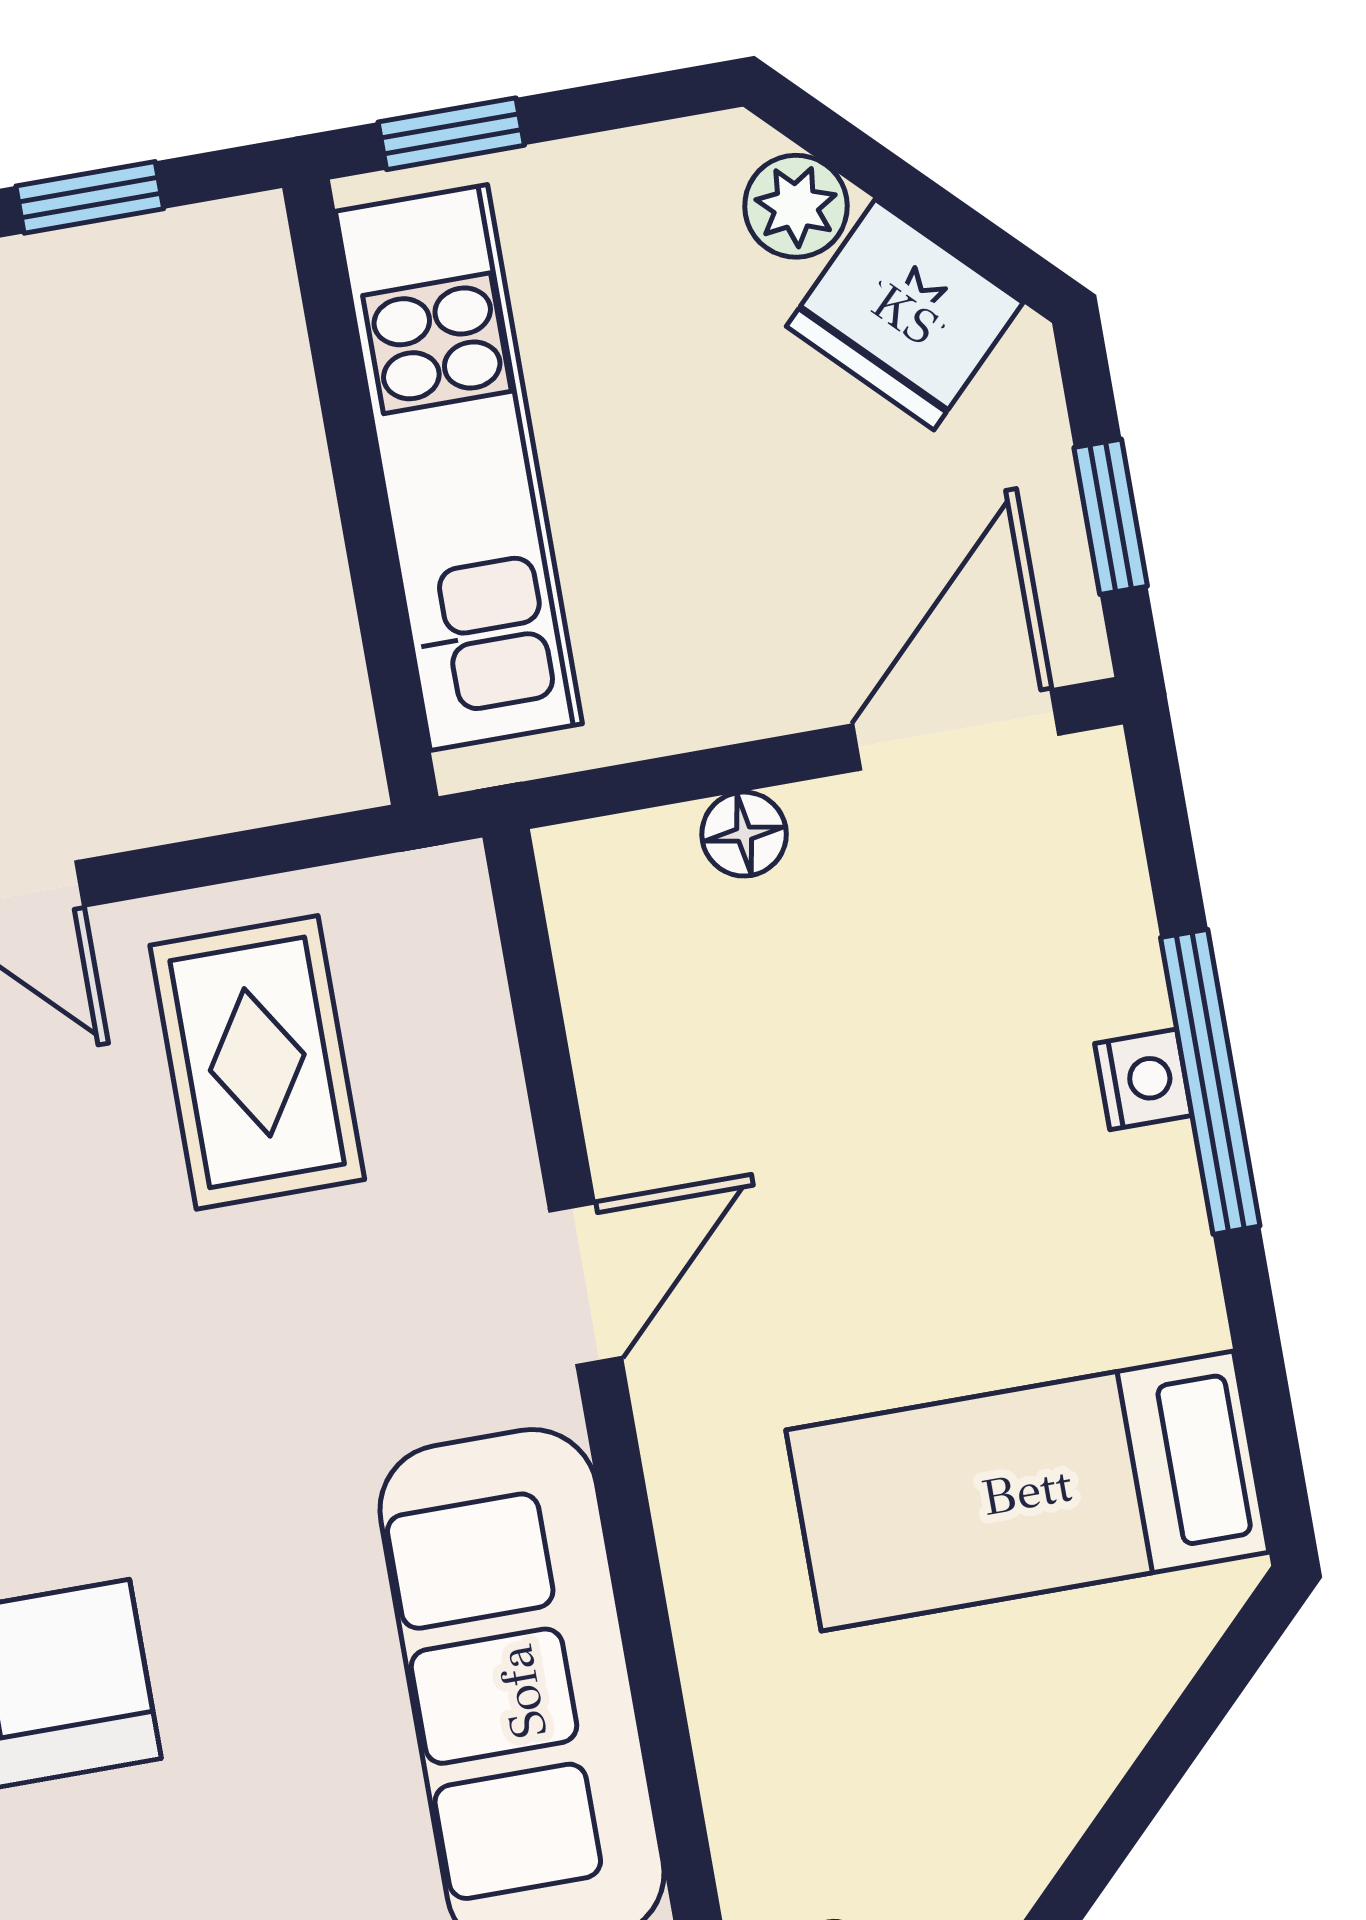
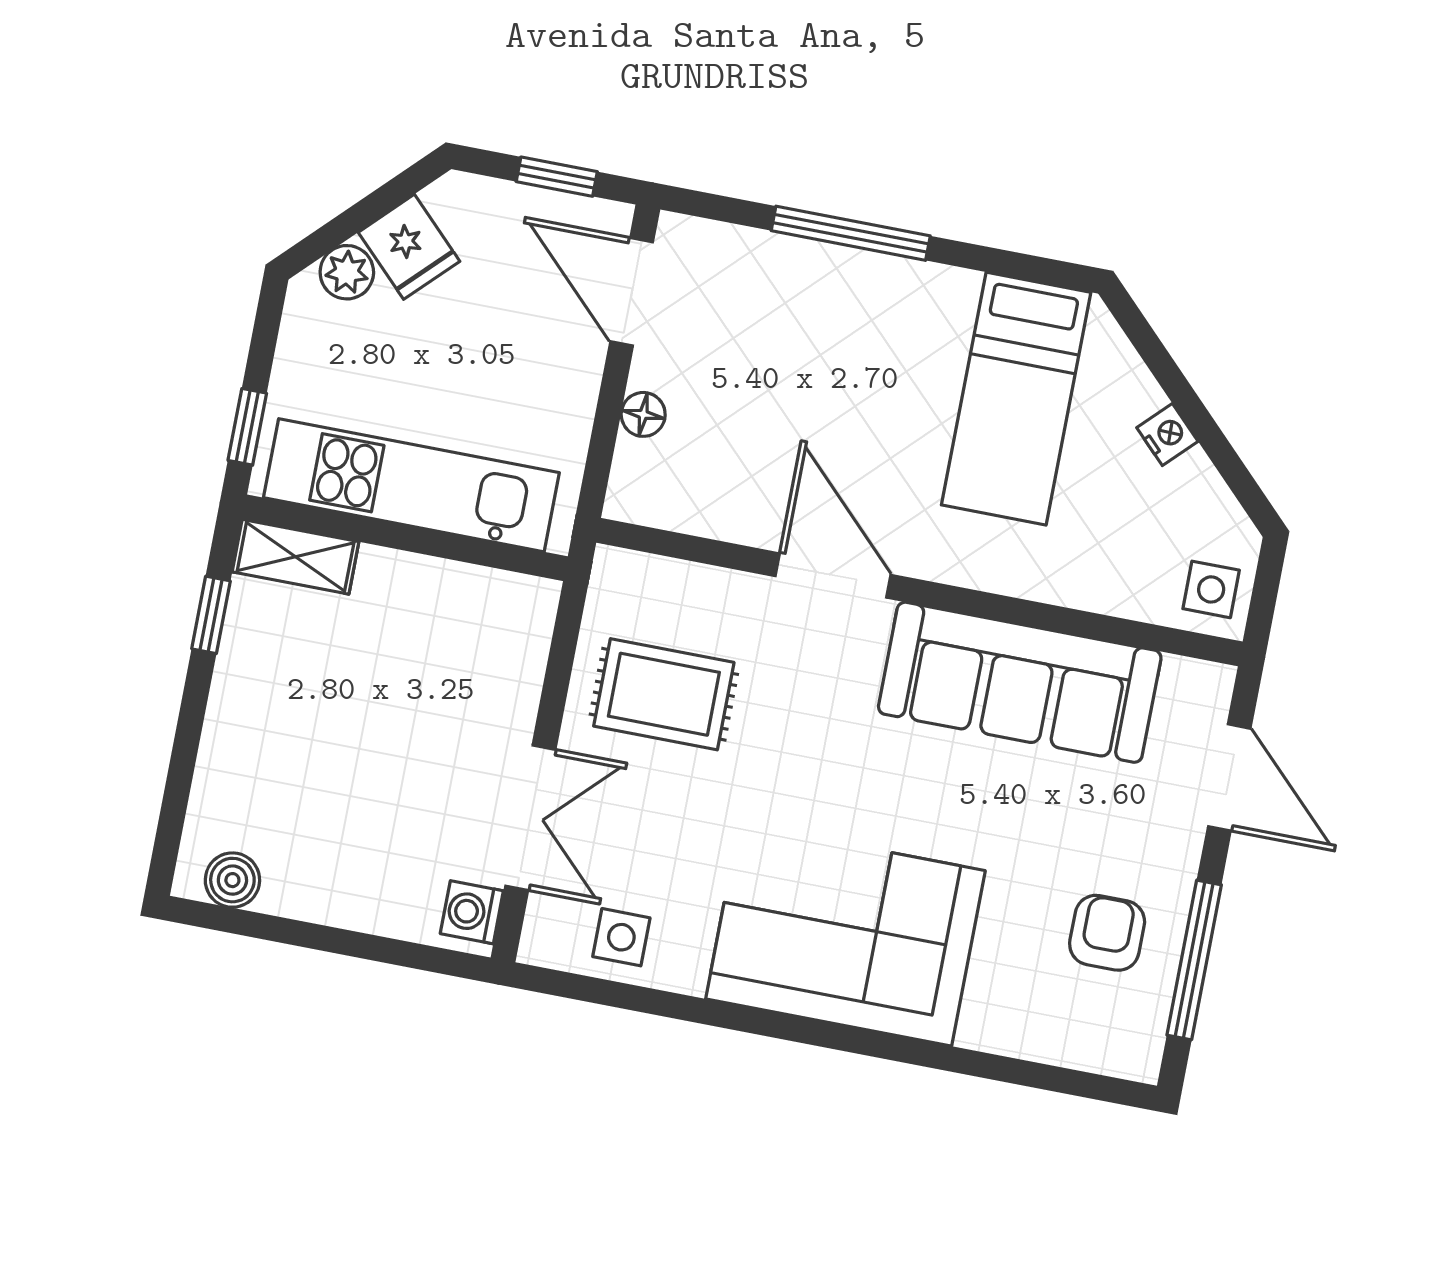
shelving: (252, 309) -> (296, 557), added
fridge: (905, 315) -> (409, 247), width x0.72
nightstand: (1143, 1079) -> (1167, 435), moved, turned 45
door: (586, 1284) -> (833, 575), width x1.38

